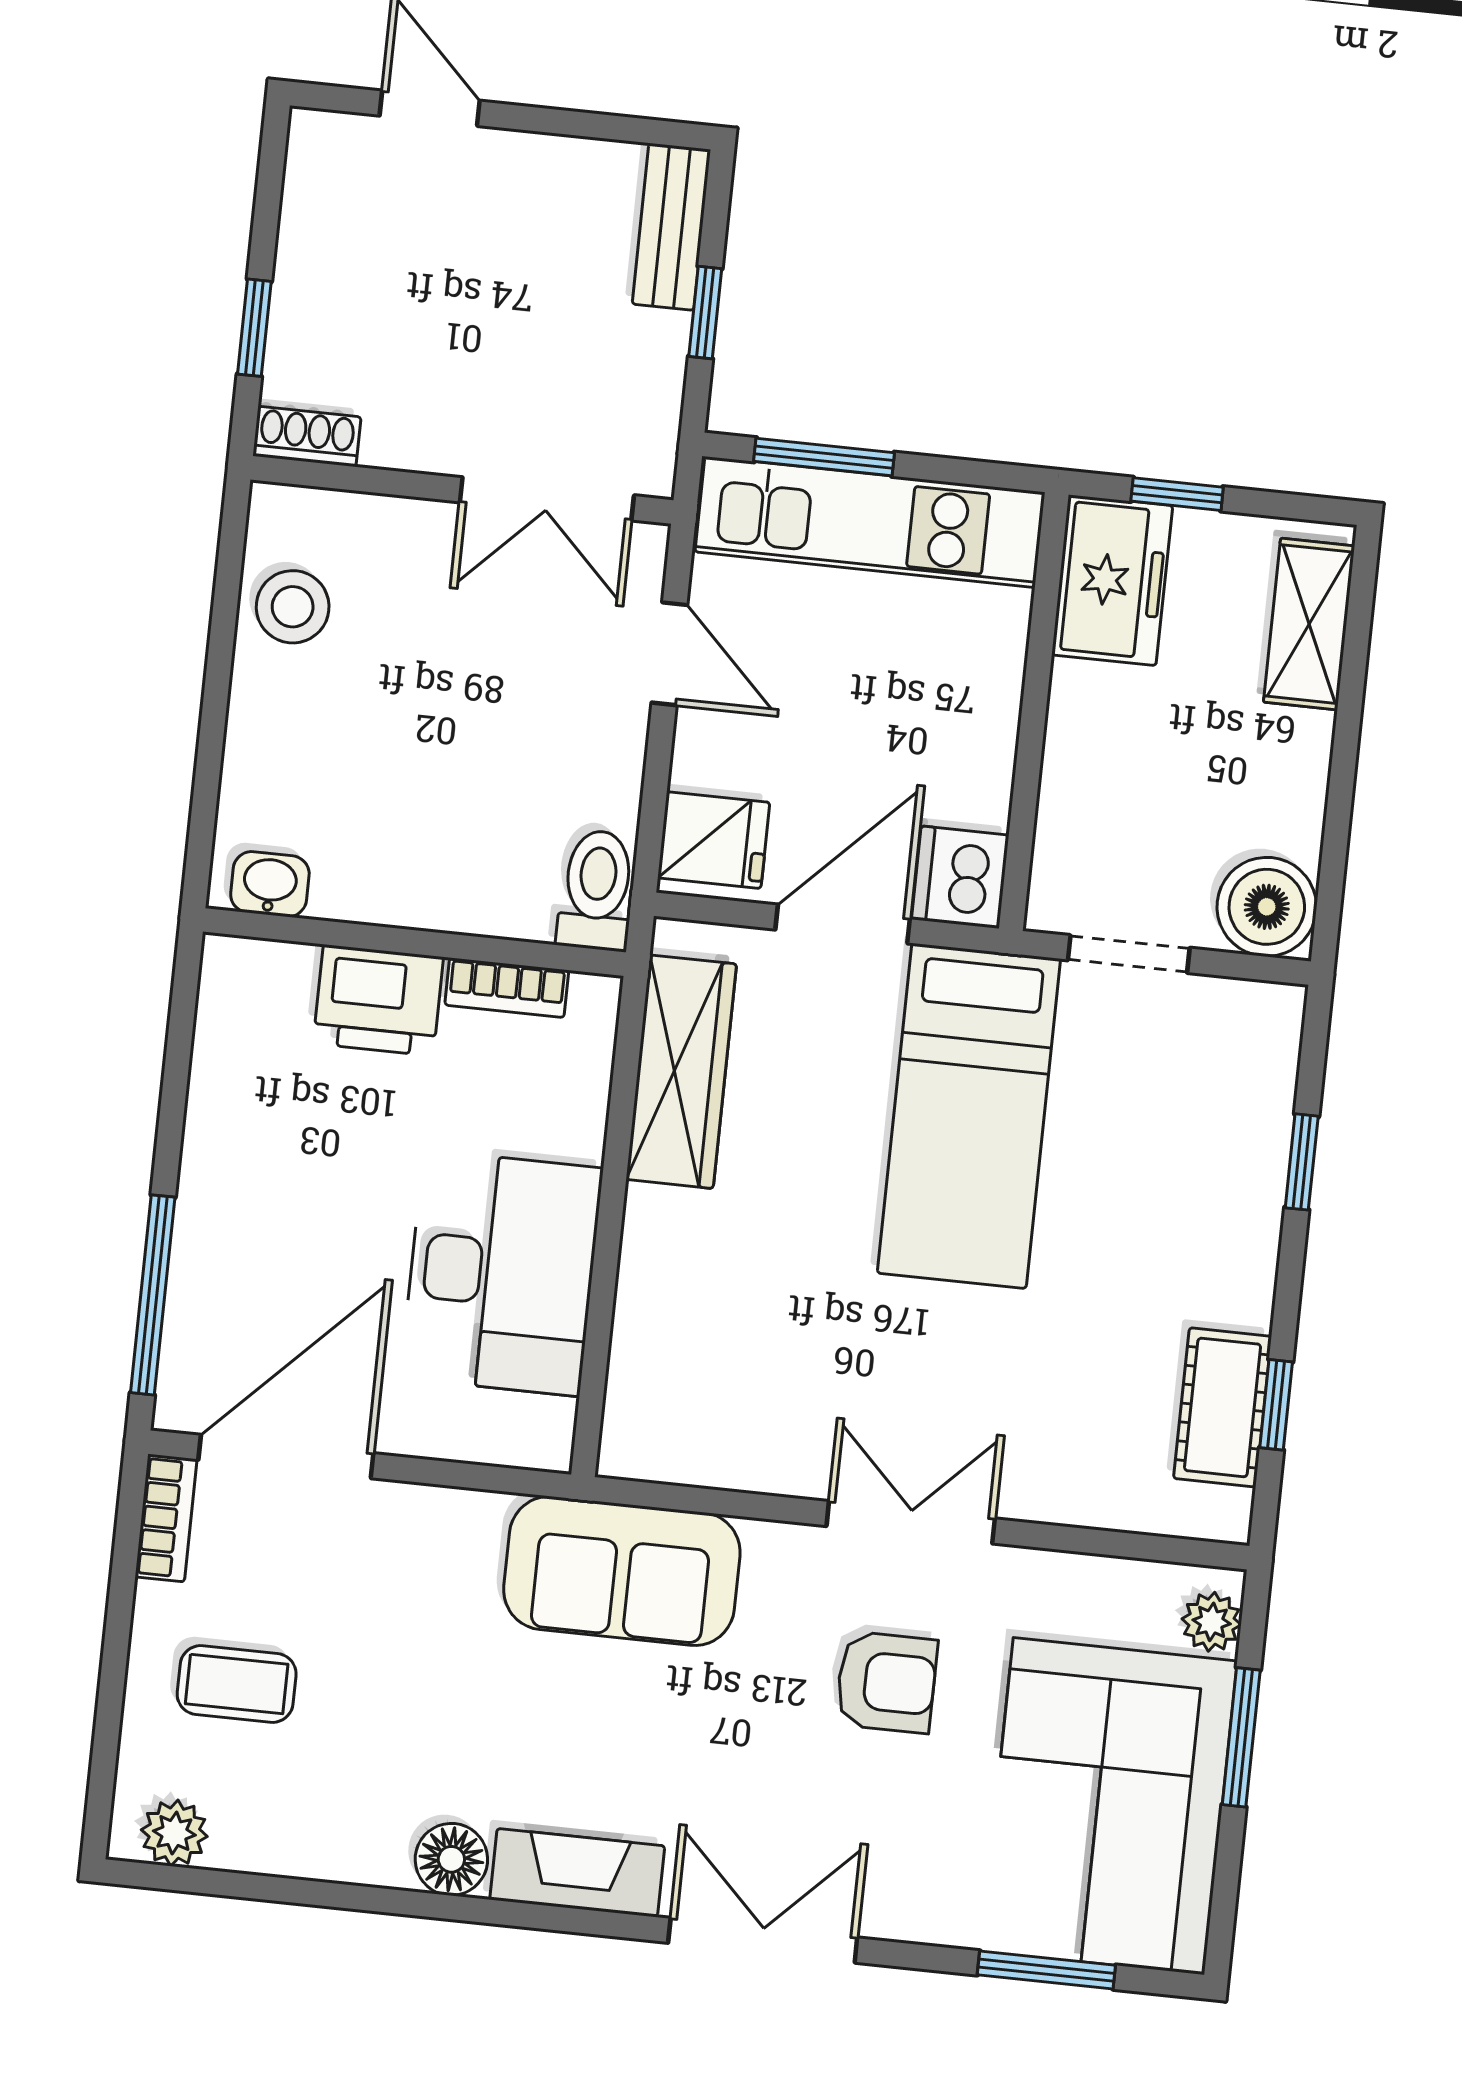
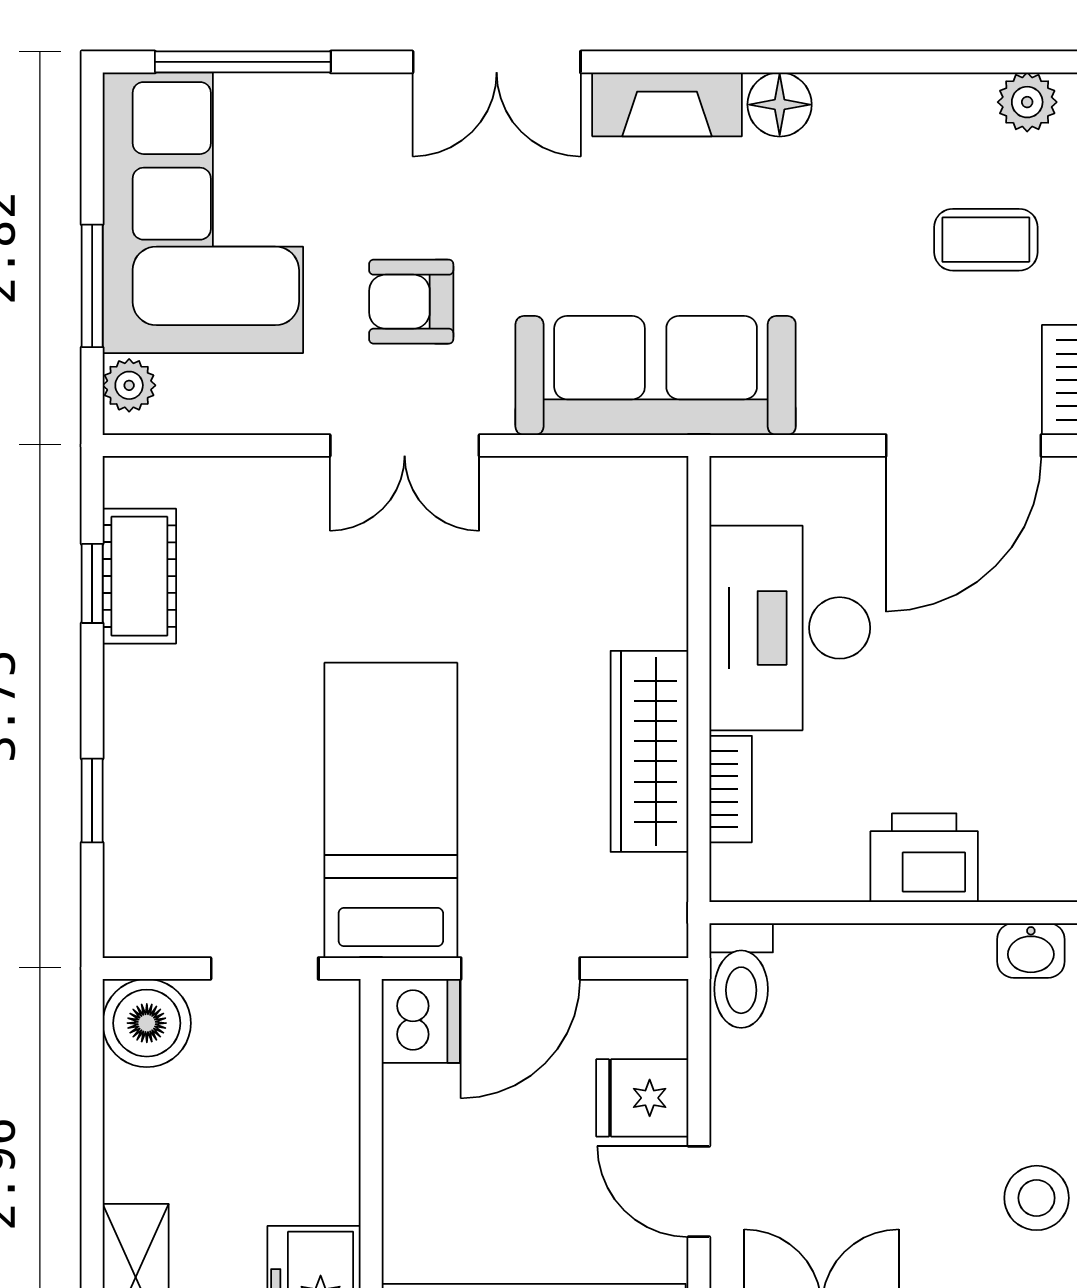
fridge: (714, 840) -> (642, 1098), moved
bookcase: (507, 988) -> (731, 789), moved, turned 90
wardrobe: (681, 1072) -> (649, 751), moved
sofa: (622, 1571) -> (656, 375), width x1.36
window: (1046, 1970) -> (243, 62), width x1.44

